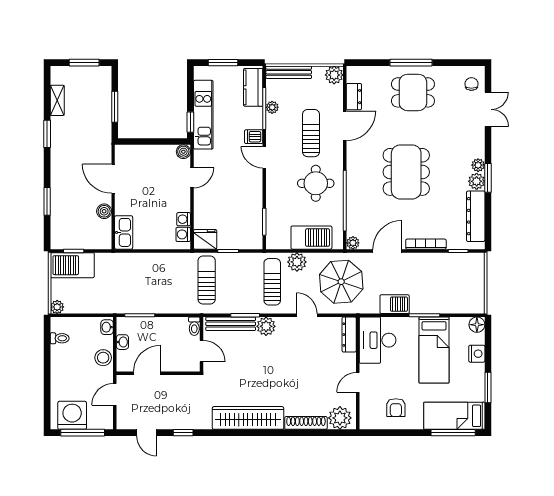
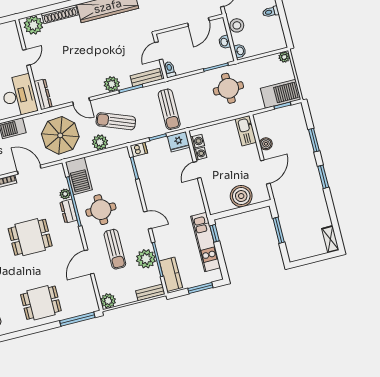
window: (84, 63) -> (312, 260), removed
window: (411, 63) -> (77, 319), moved
bench: (289, 72) -> (150, 292), width x0.73
dresser: (354, 97) -> (68, 211), moved
shelving: (57, 100) -> (330, 239), moved
plant: (272, 107) -> (146, 259), width x1.88, depth x1.88
window: (47, 134) -> (323, 177), moved
dishwasher: (254, 137) -> (139, 149), moved
boiler: (183, 152) -> (241, 196), moved, width x1.86, depth x1.86
dining table: (406, 172) -> (30, 237), width x0.73
door: (192, 178) -> (197, 170), moved
door: (113, 179) -> (265, 172), hinge flipped
barbecue: (311, 238) -> (79, 176), moved, turned -90
plant: (353, 243) -> (65, 194), moved
door: (387, 251) -> (29, 170), swing flipped
sun lounger: (272, 282) -> (116, 121), turned 111
round table: (131, 287) -> (228, 88), added
bench: (231, 324) -> (146, 77), width x0.73
toilet: (60, 338) -> (271, 12), moved
door: (202, 351) -> (159, 51), hinge flipped

